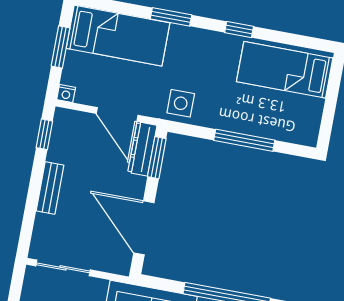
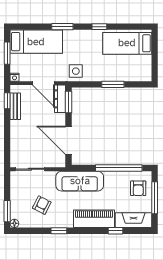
window: (244, 140) -> (113, 84), width x0.69
bench: (50, 188) -> (15, 106), moved

